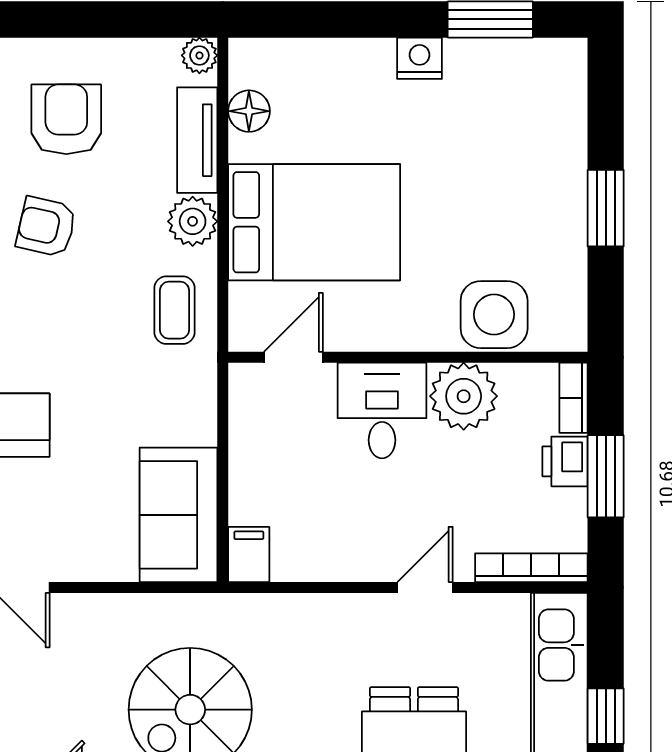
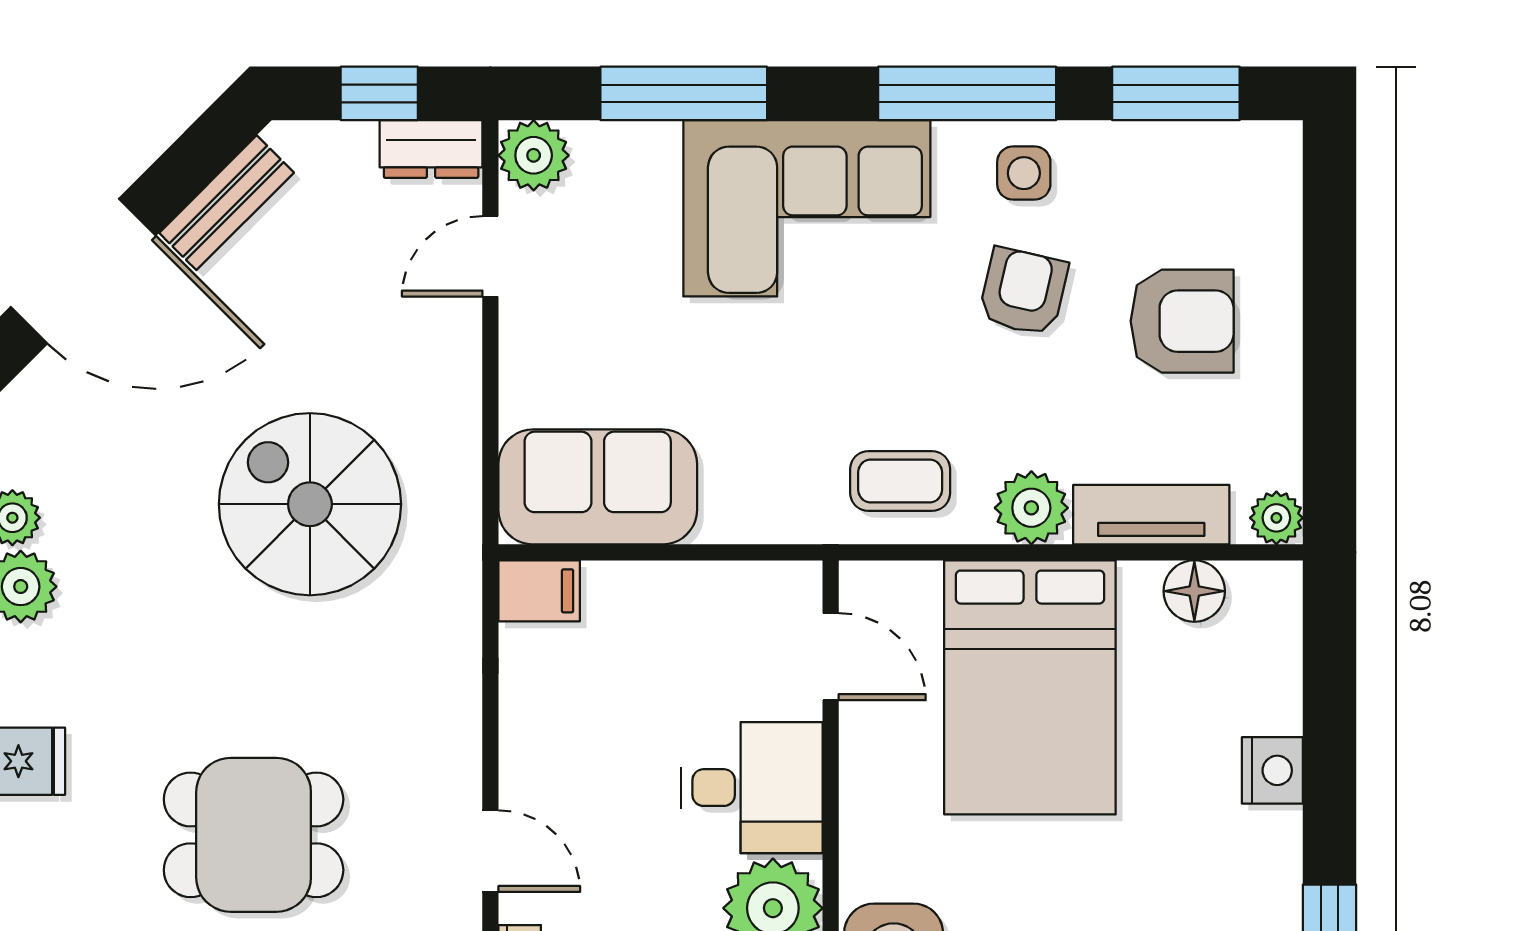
nightstand: (420, 58) -> (1272, 770), moved

